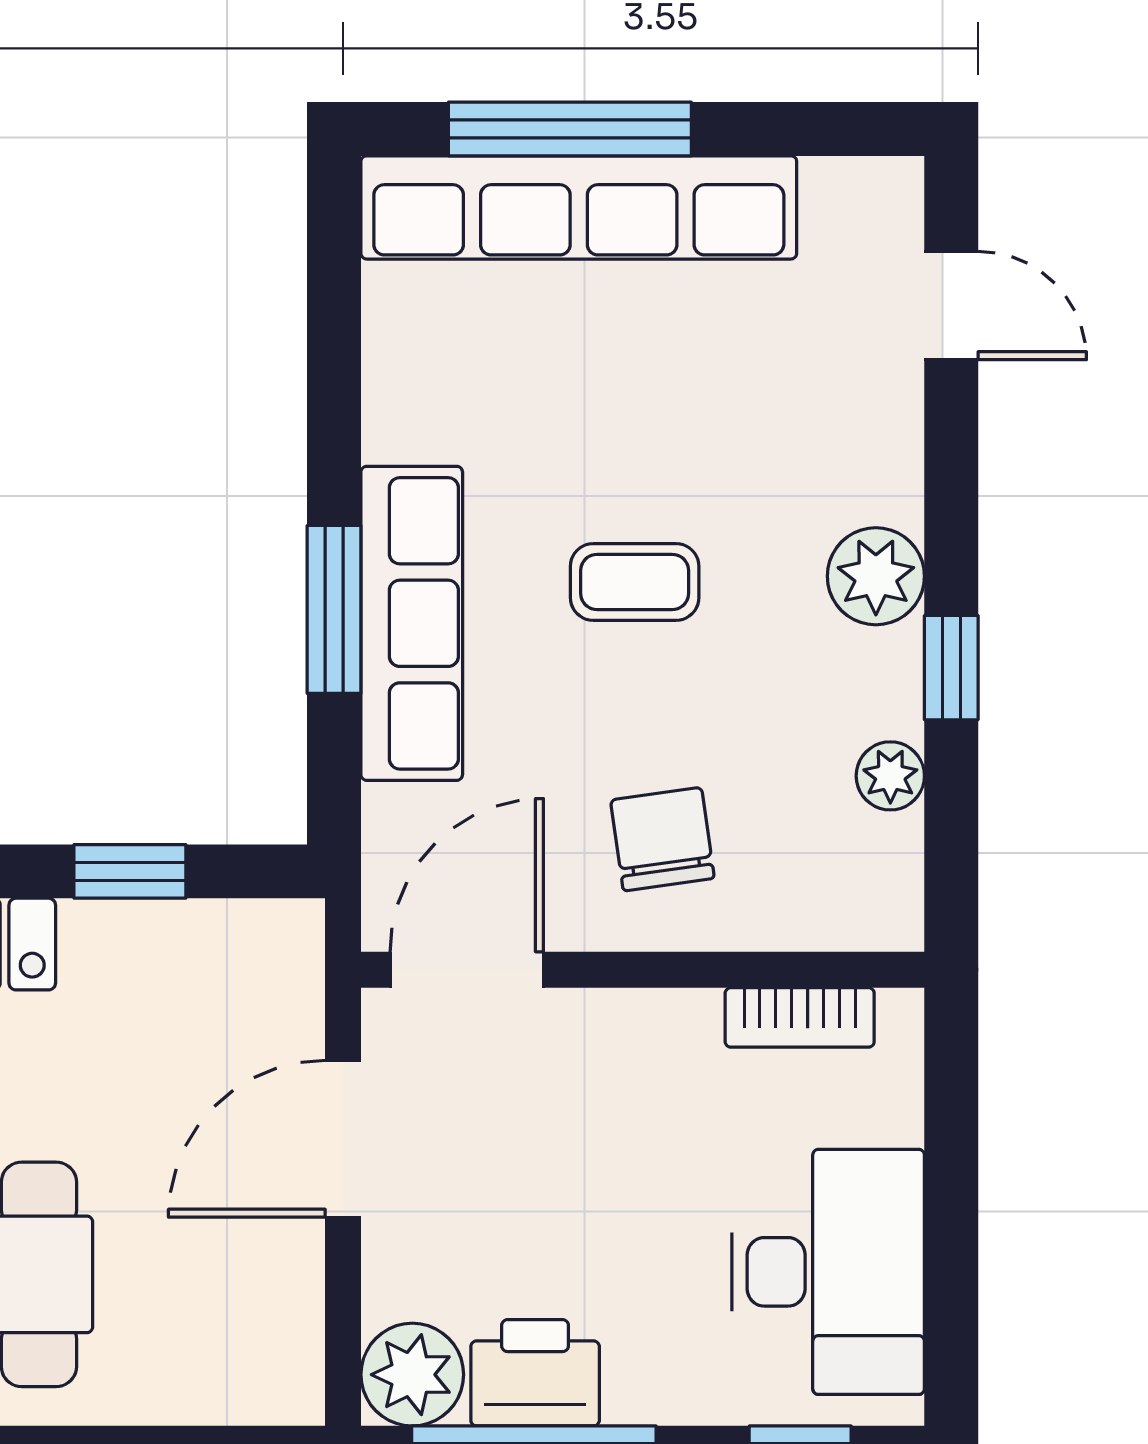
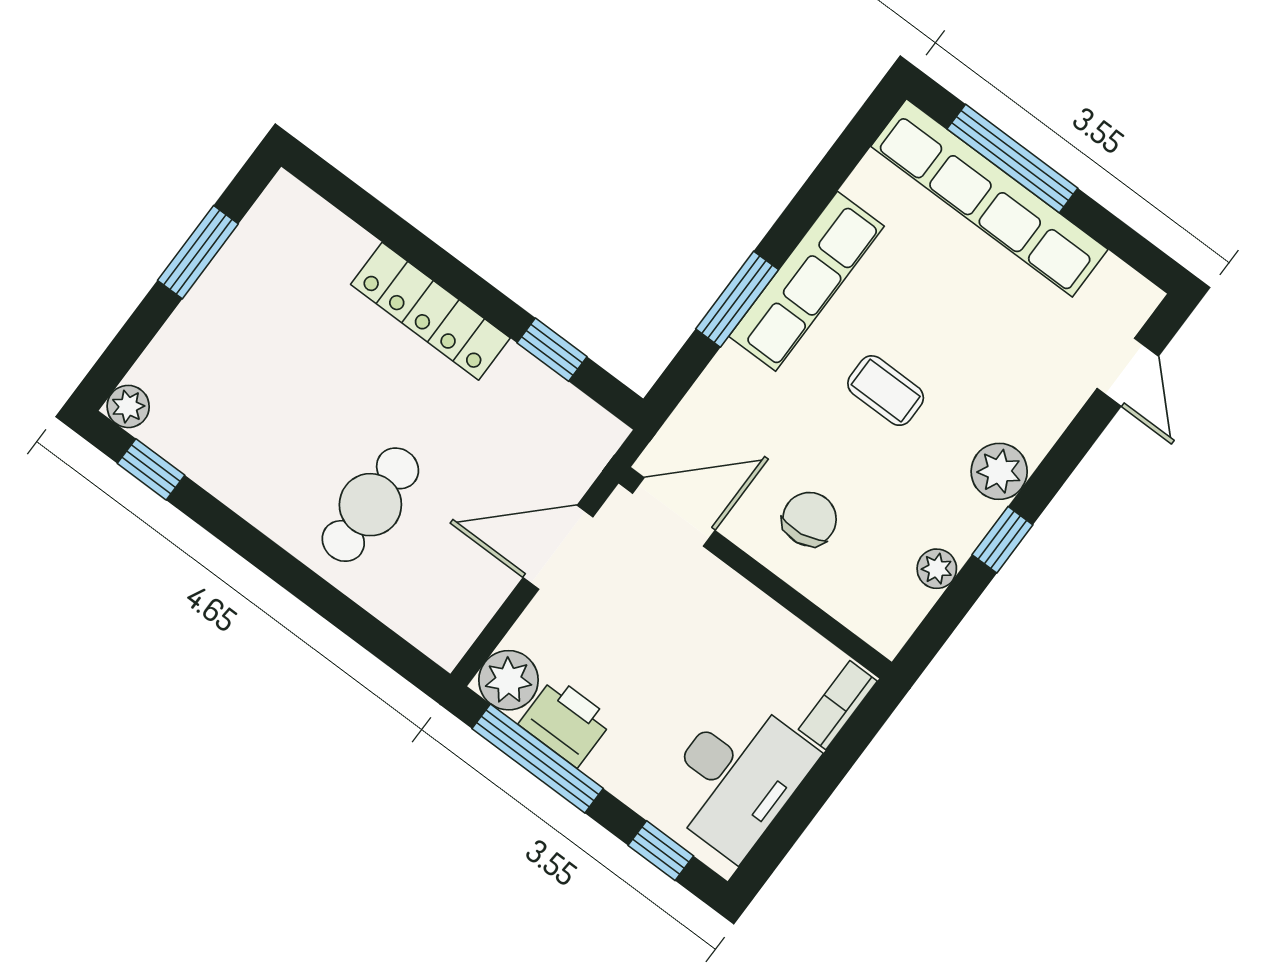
row of seats: (412, 623) -> (807, 281), moved
bookcase: (800, 1017) -> (838, 705), moved, turned 90

